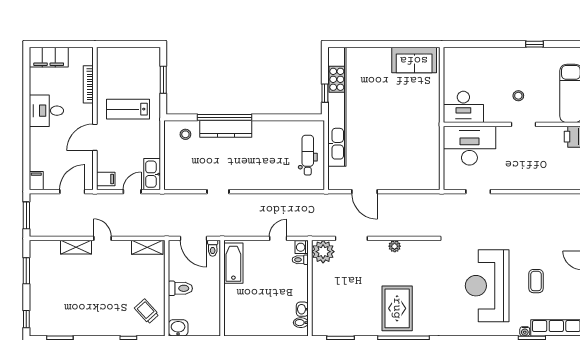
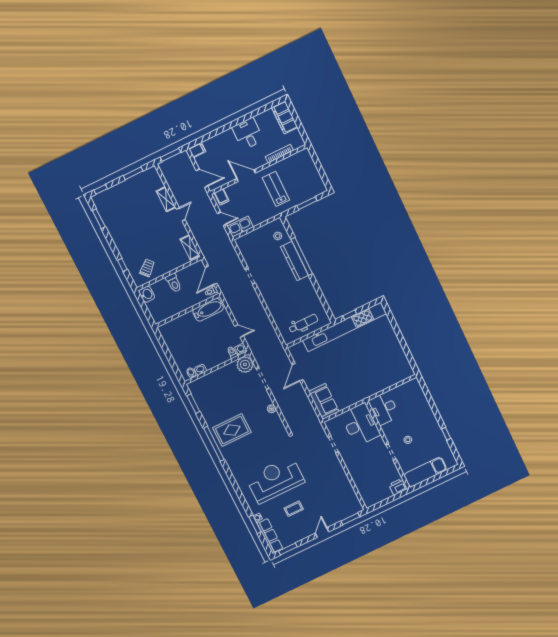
sofa: (414, 60) -> (324, 401), moved, turned 180

